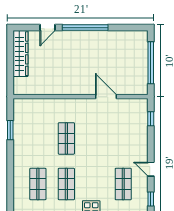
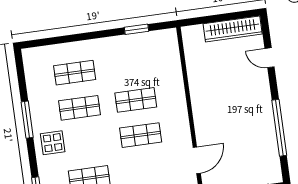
window: (85, 28) -> (279, 128), moved
door: (106, 97) -> (197, 160), moved
shop shelf: (95, 138) -> (141, 135), added

